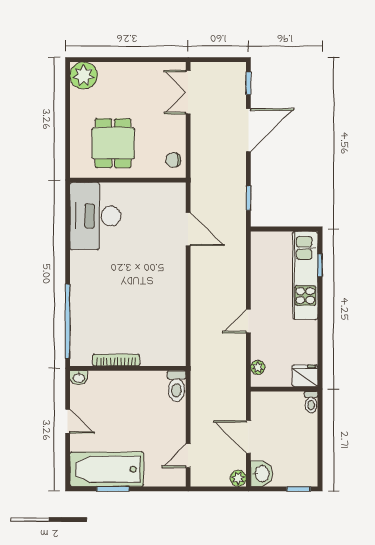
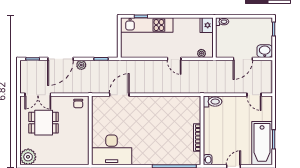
door: (248, 130) -> (60, 59), swing flipped
dining table: (113, 143) -> (44, 123), moved
plant: (238, 478) -> (81, 65), moved

